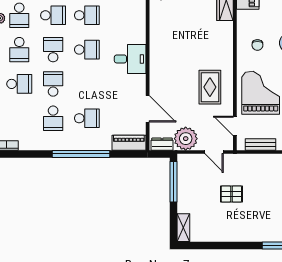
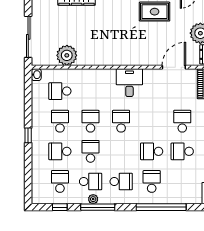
school desk: (53, 50) -> (121, 151), removed
school desk: (53, 118) -> (182, 151), turned 180

